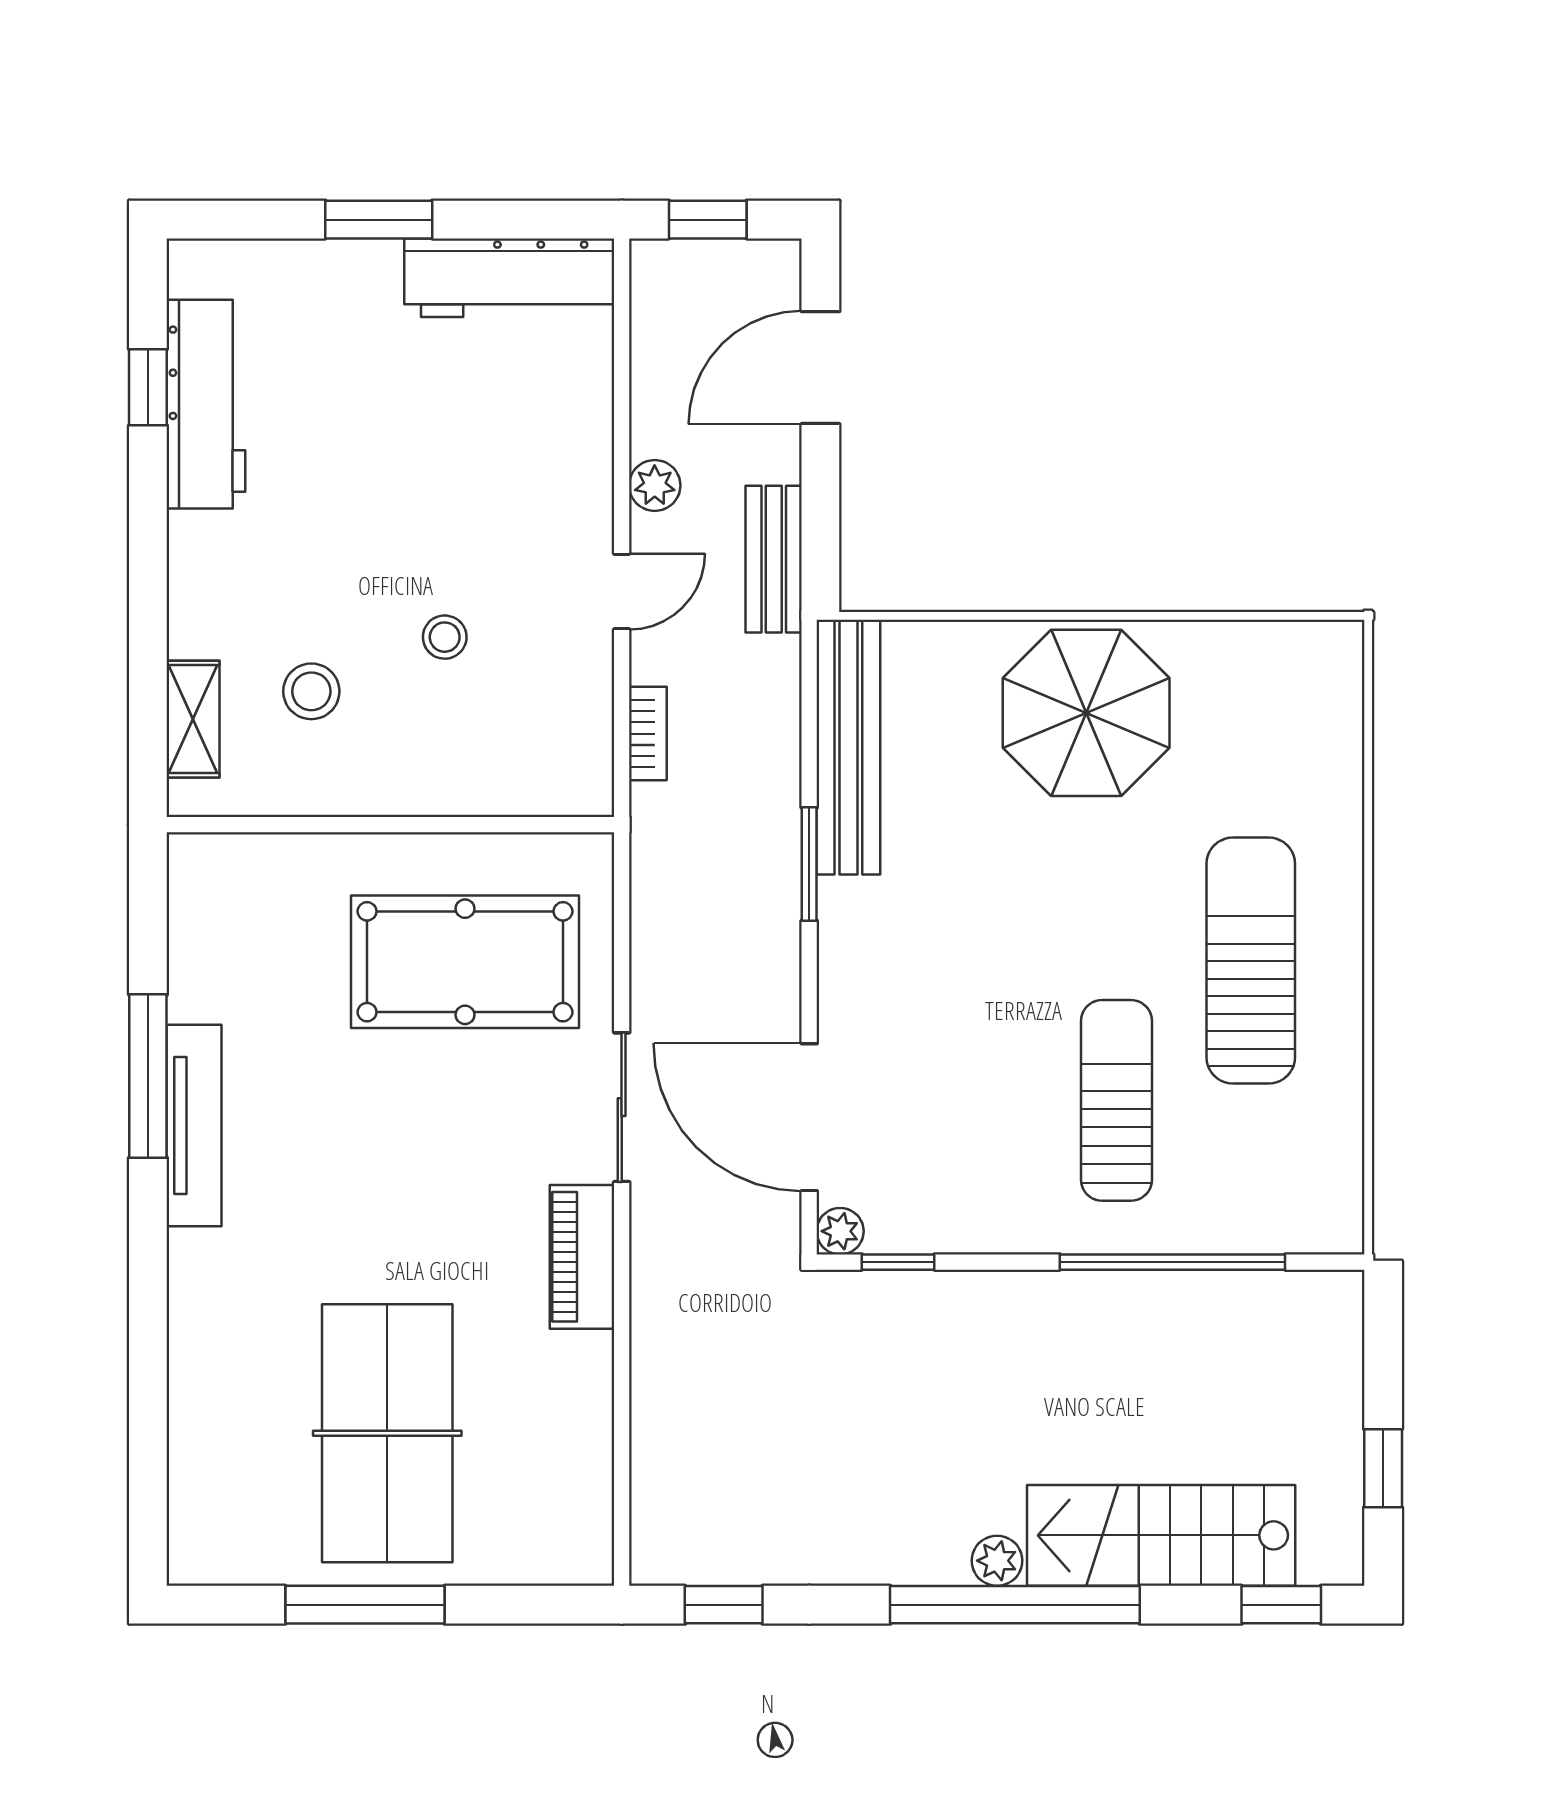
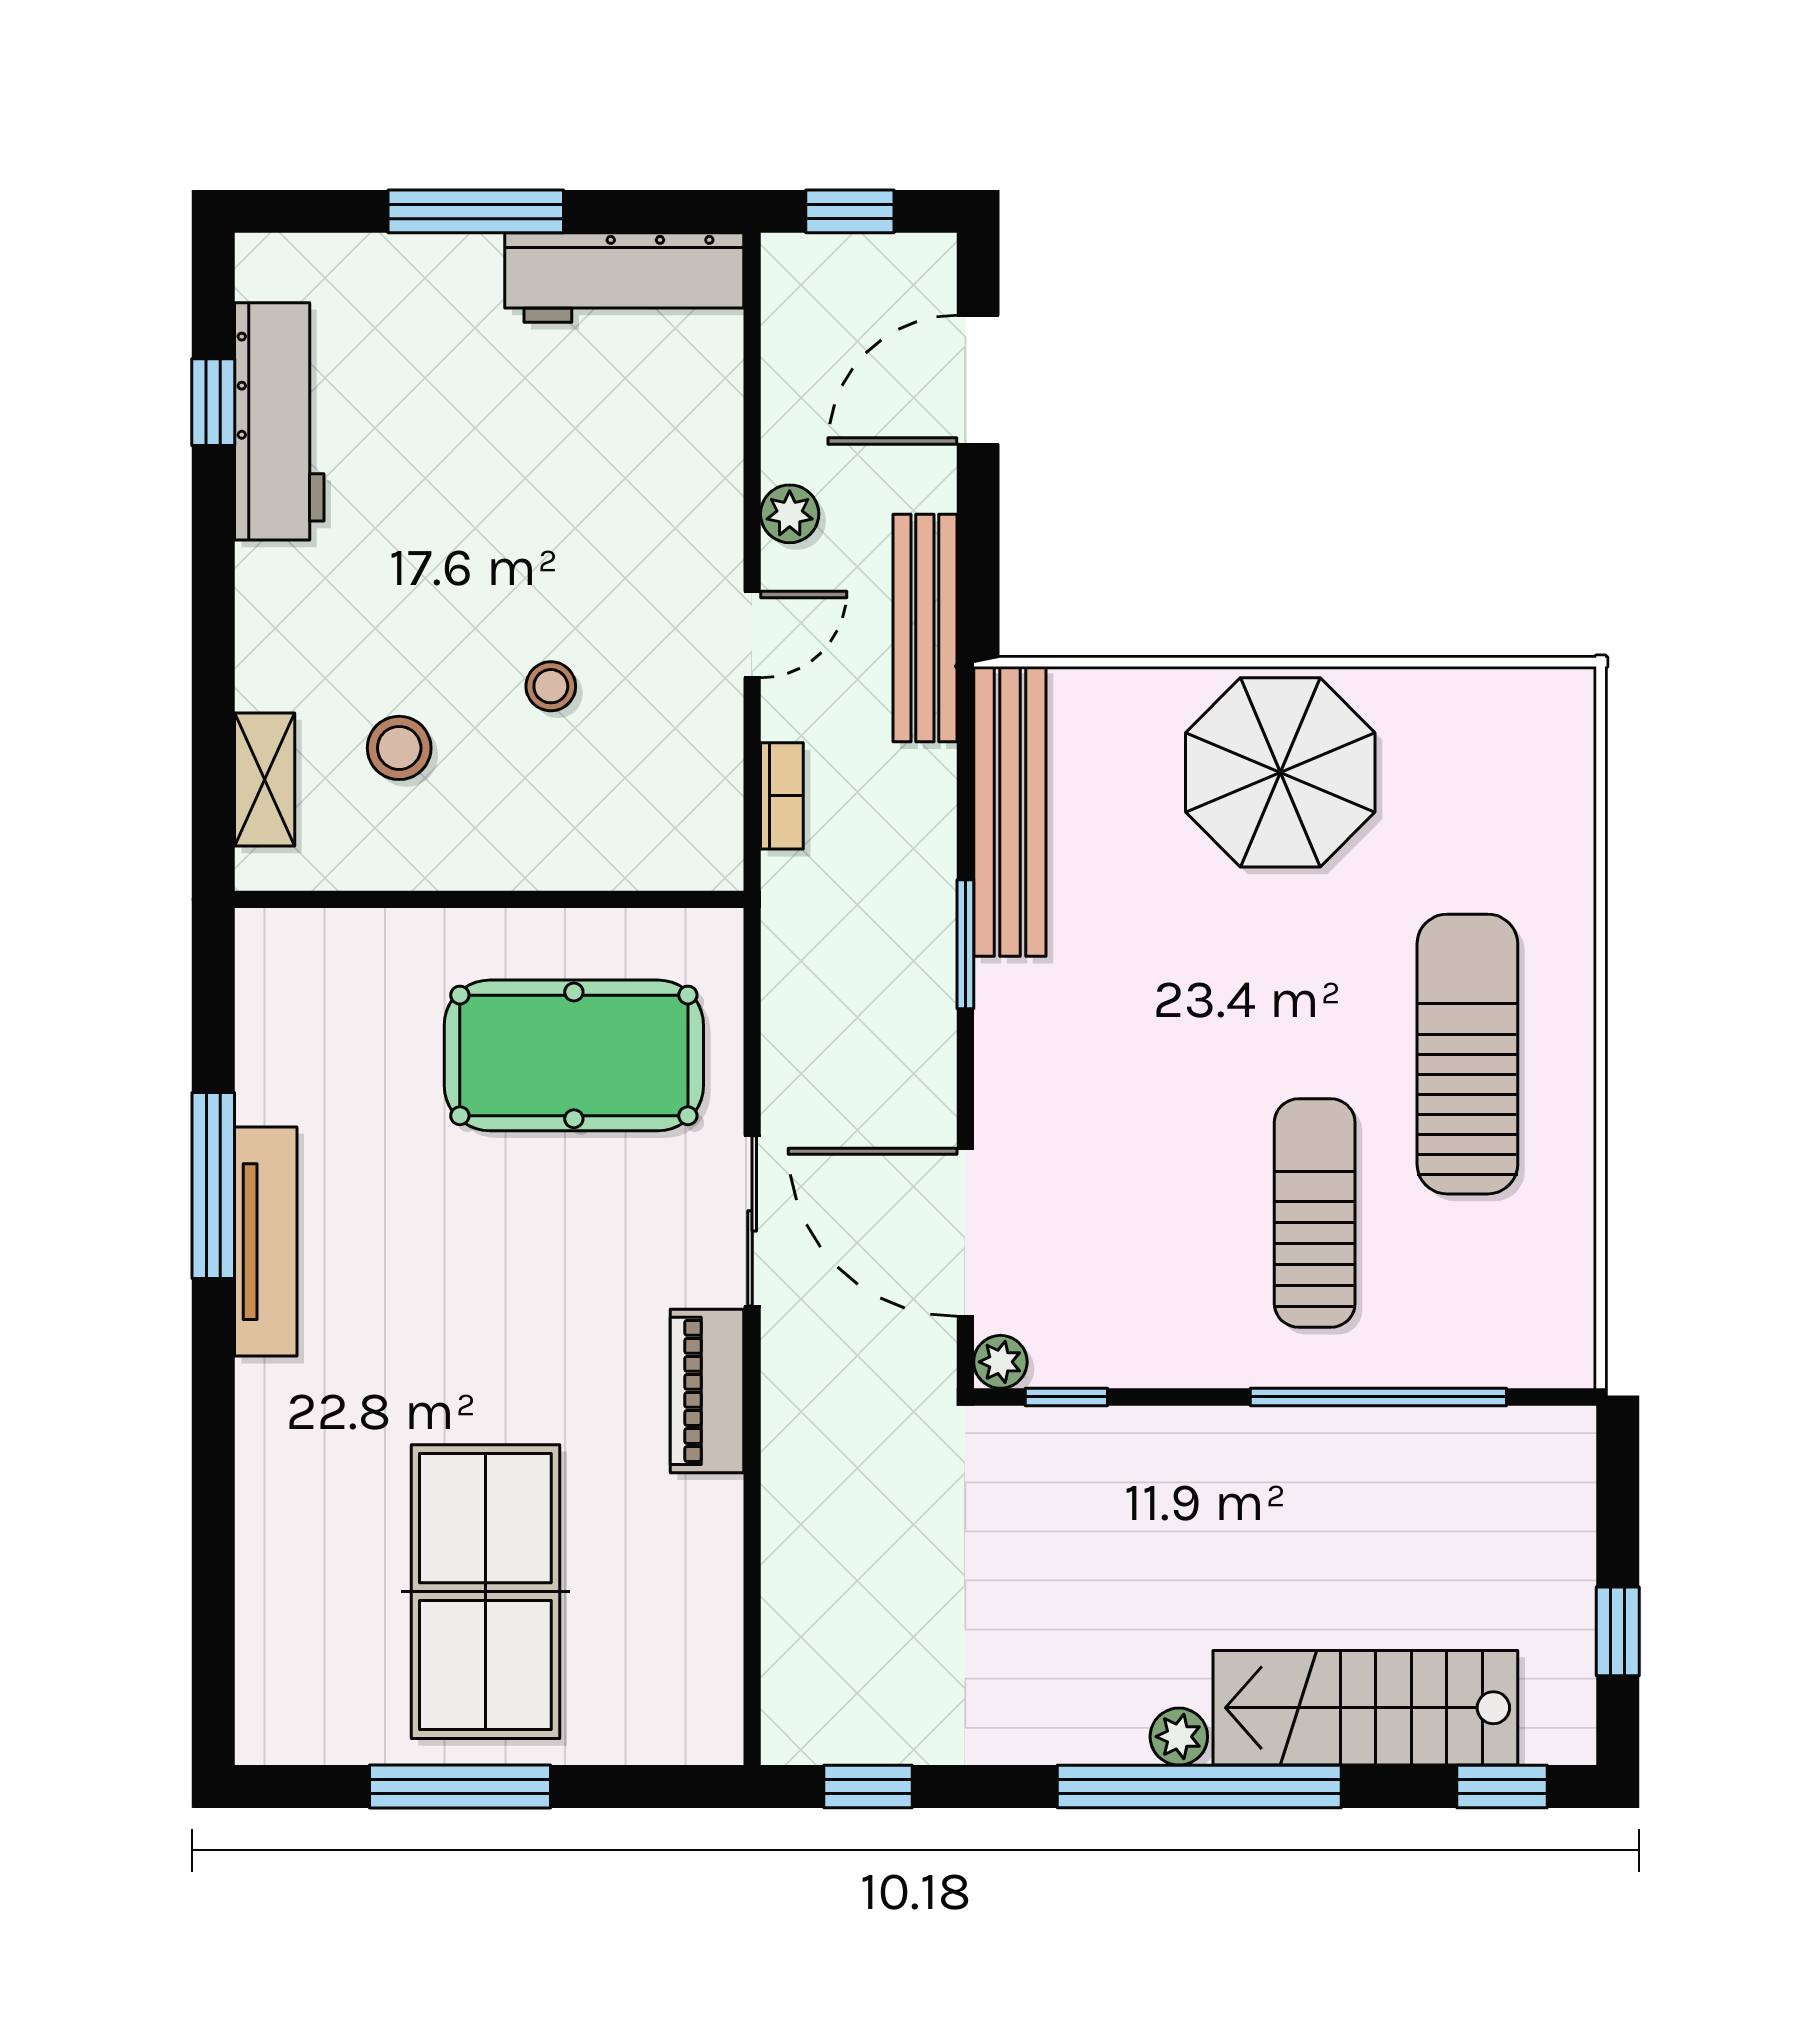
window: (379, 220) -> (476, 211), width x1.44
bench: (774, 559) -> (925, 628), width x1.36

